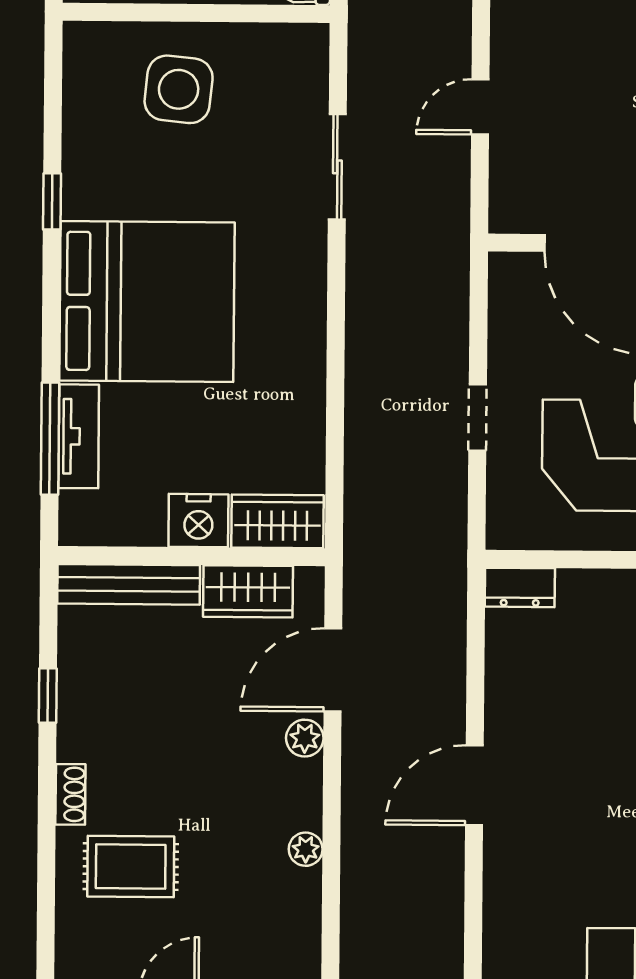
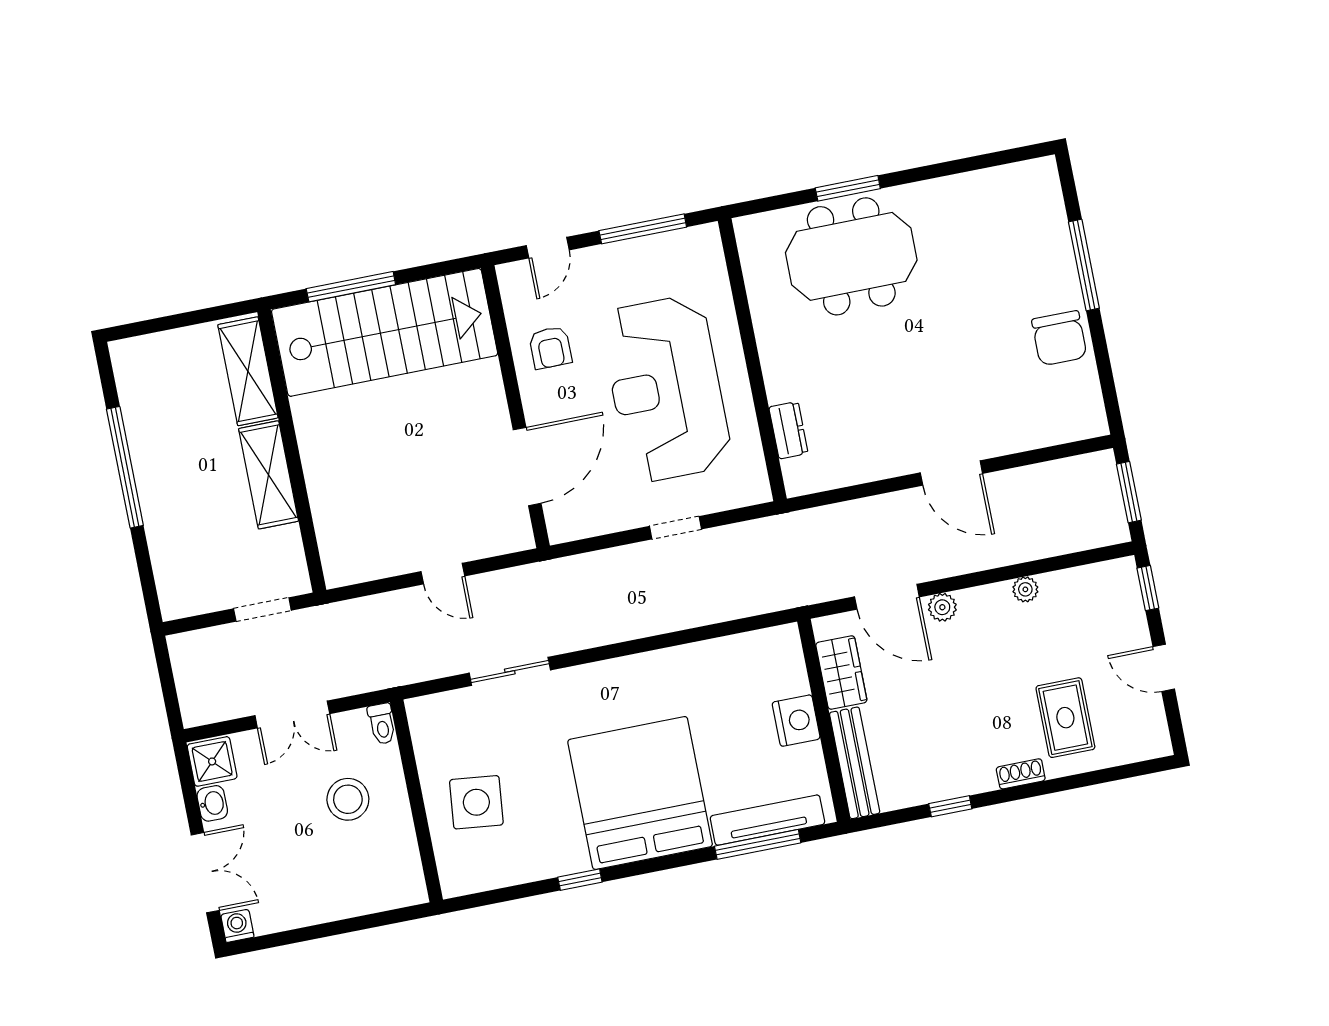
tv unit: (79, 436) -> (767, 820), width x1.41
wardrobe: (278, 521) -> (784, 661), removed
dresser: (520, 587) -> (788, 430), moved

